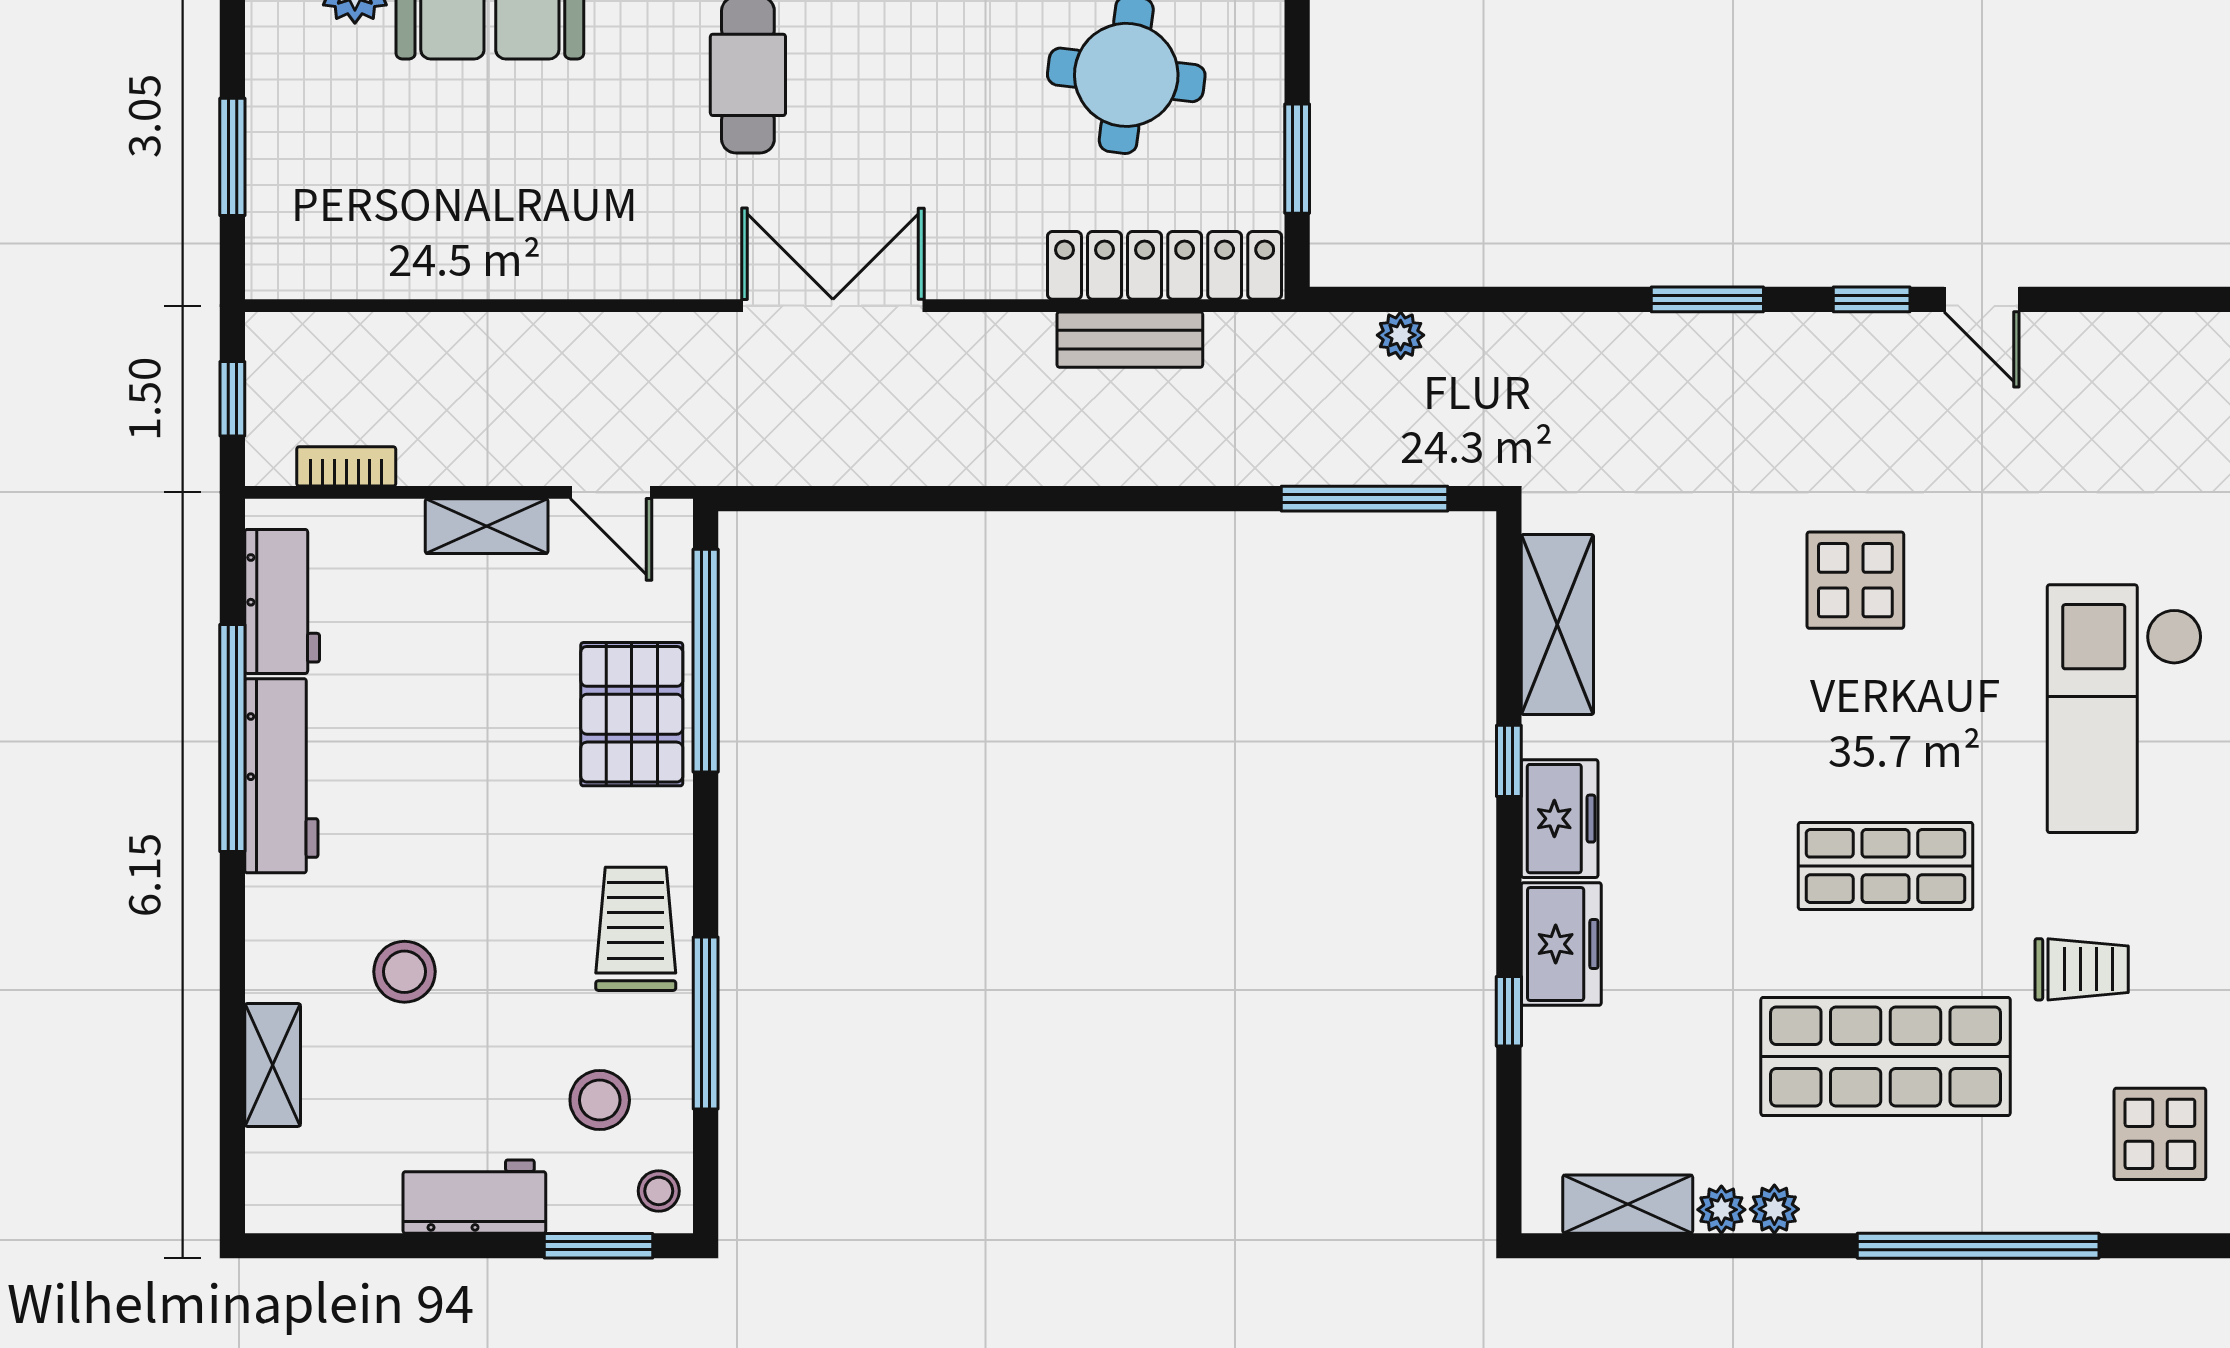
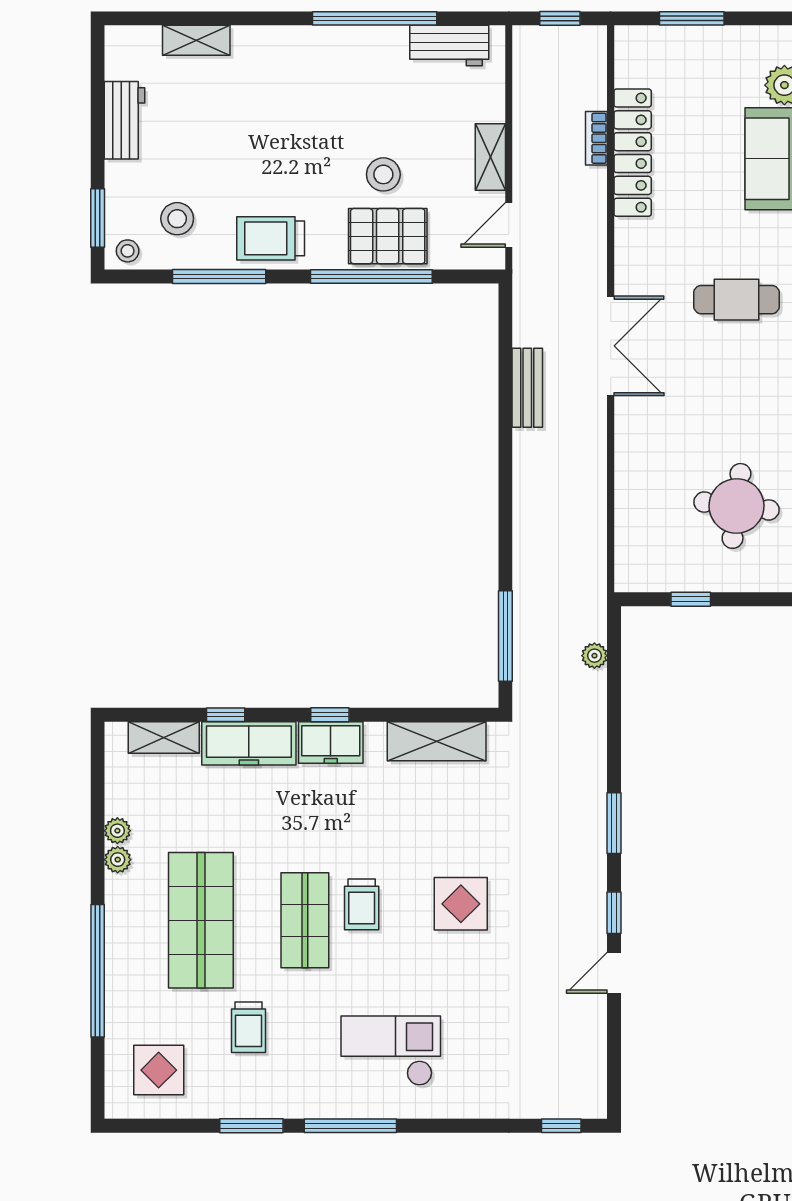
window: (1297, 159) -> (691, 599), width x0.67
locker: (1165, 265) -> (633, 153), moved
bench: (1130, 340) -> (527, 388), moved
bookcase: (346, 466) -> (596, 138), moved, turned 180
window: (706, 661) -> (371, 276), moved
checkout: (2125, 709) -> (391, 1051), width x0.73, depth x0.83
window: (1509, 761) -> (330, 715), moved
trolley: (1856, 762) -> (362, 904), added
workbench: (281, 776) -> (354, 45), removed
trolley: (636, 929) -> (271, 238), turned 180
freezer: (1561, 944) -> (249, 743), width x1.40
stool: (404, 972) -> (383, 174), moved
workbench: (474, 1197) -> (125, 120), moved
shelving: (1628, 1204) -> (164, 737), moved, turned 90

